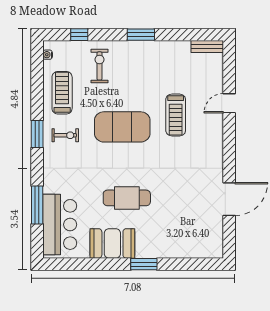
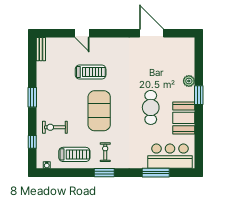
treadmill: (62, 93) -> (74, 154), turned 180
plant: (163, 250) -> (189, 81), added

